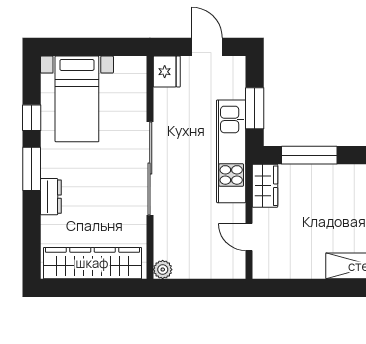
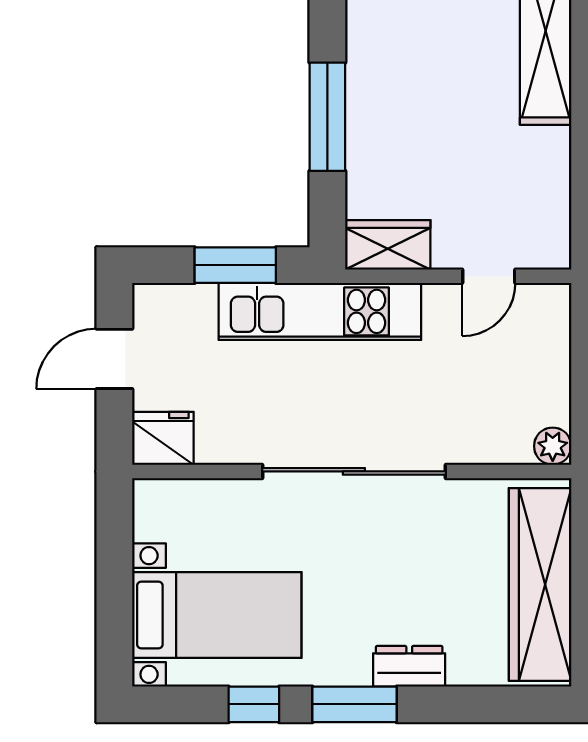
window: (309, 155) -> (327, 117), moved

